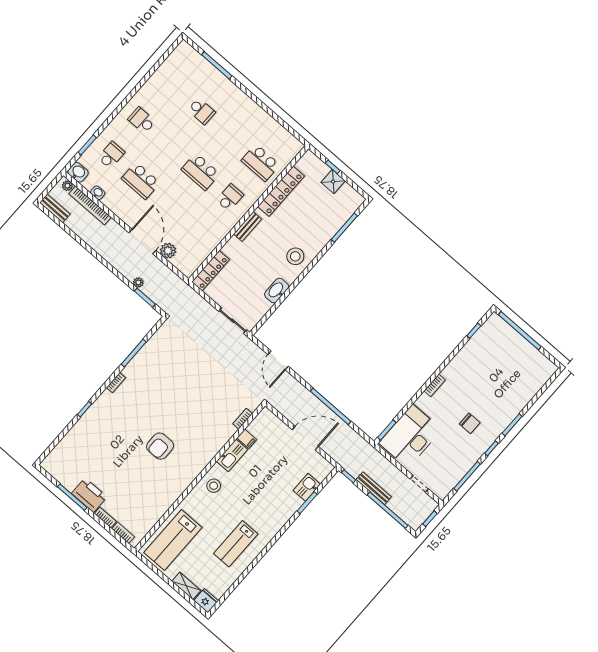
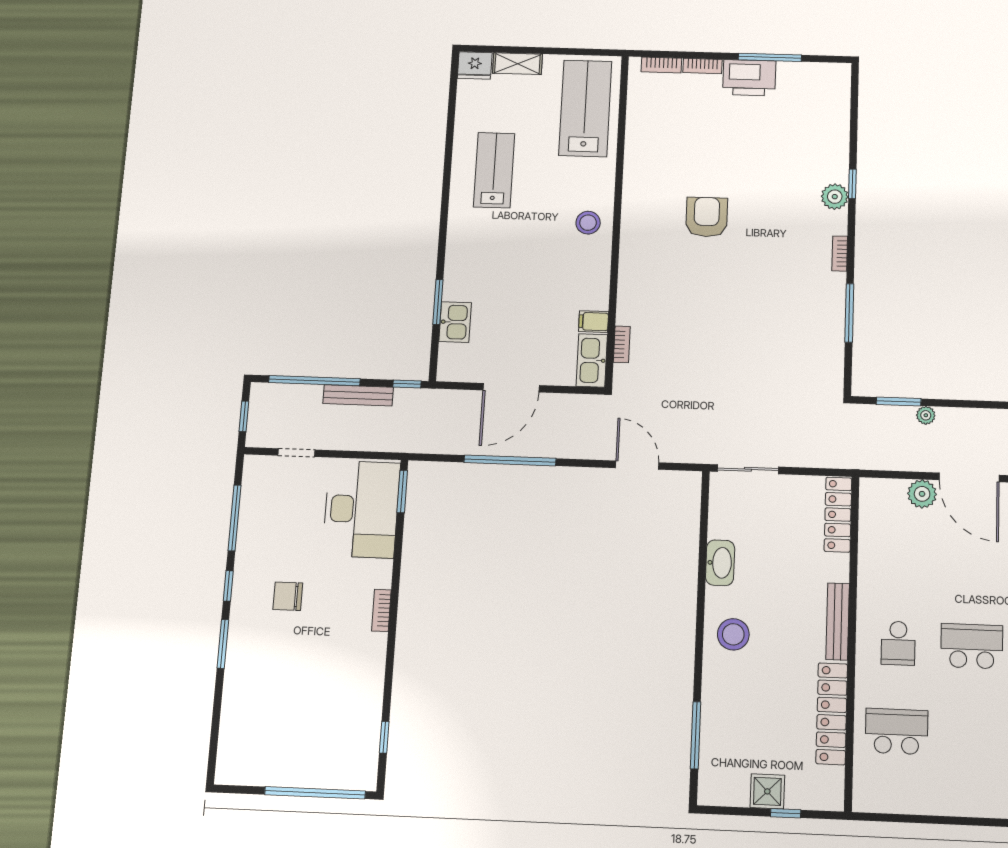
bench: (248, 227) -> (838, 621), width x1.36
plant: (97, 410) -> (835, 197), added
kitchen sink: (232, 455) -> (592, 360), moved

